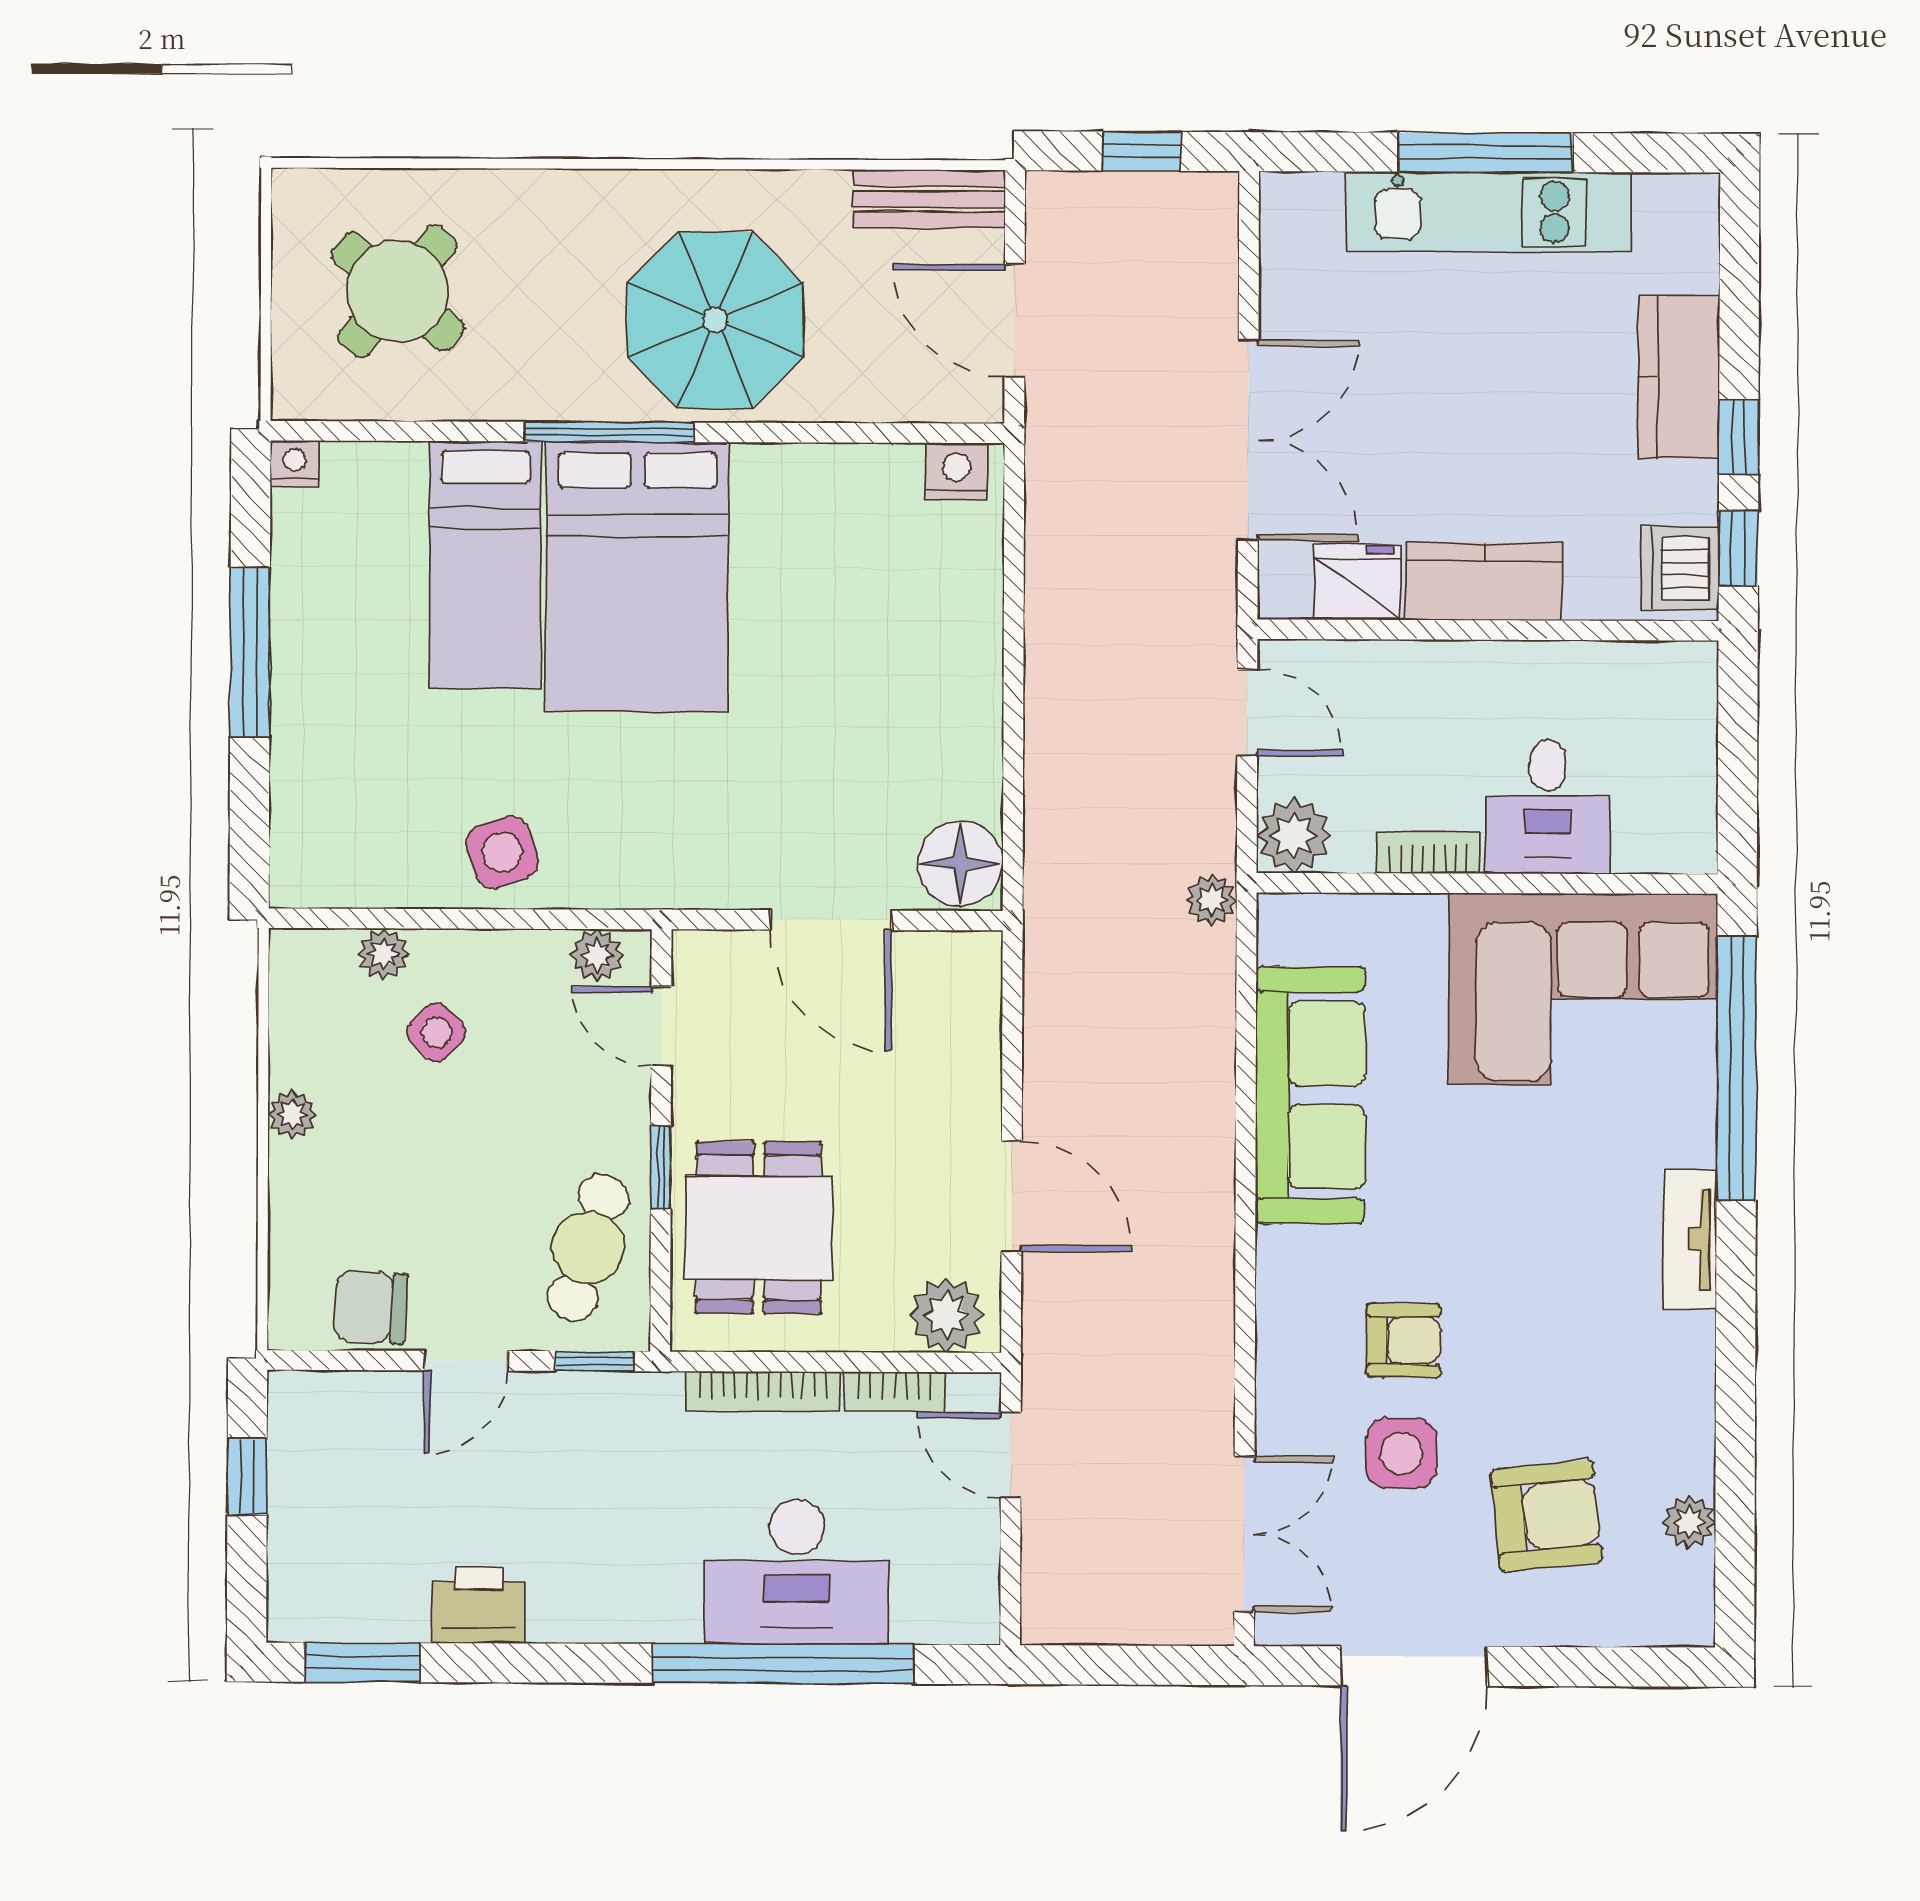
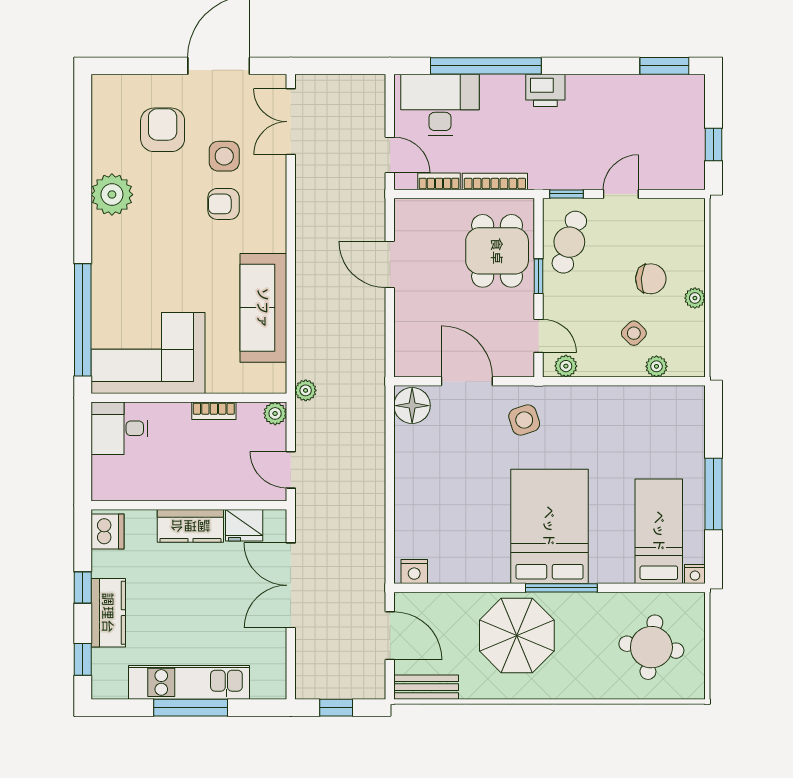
round table: (398, 291) -> (651, 647), turned -32
window: (1738, 548) -> (83, 659), moved
bed: (485, 565) -> (659, 531), moved
desk: (1548, 807) -> (119, 428), moved, turned -90
plant: (1294, 836) -> (275, 413), width x0.73, depth x0.73
side table: (502, 852) -> (524, 420), moved
tv unit: (1690, 1239) -> (102, 247), removed
chair: (370, 1307) -> (651, 279), moved
plant: (947, 1315) -> (417, 214), removed
armchair: (1547, 1516) -> (163, 130), turned 96
plant: (1689, 1522) -> (112, 195), moved, width x1.87, depth x1.87
desk: (797, 1572) -> (440, 105), moved
printer: (479, 1605) -> (545, 90), moved

